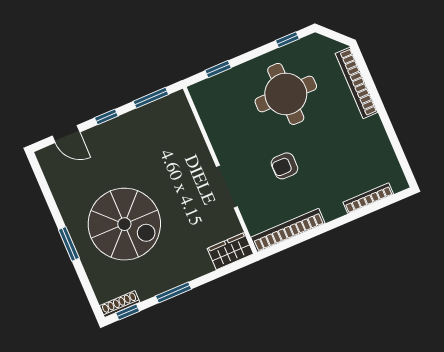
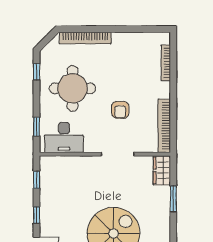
window: (151, 98) -> (37, 180), width x0.67
desk: (219, 110) -> (64, 138), added
window: (173, 292) -> (173, 199), moved

